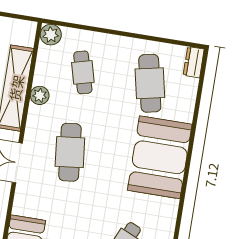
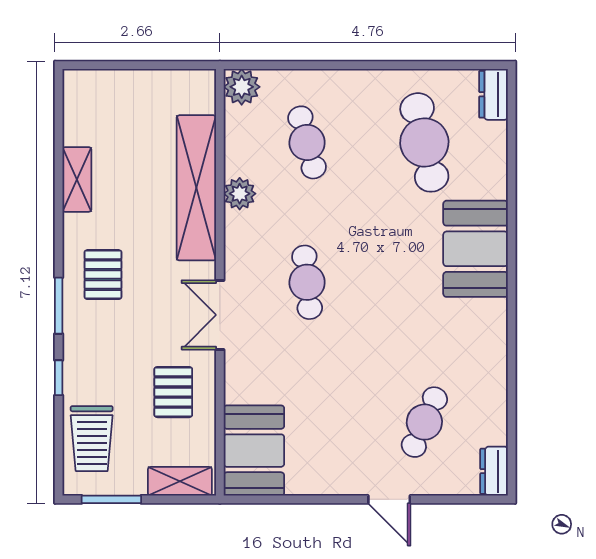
cafe table: (70, 152) -> (307, 282), width x0.73, depth x0.74
booth: (160, 157) -> (476, 249), width x0.73, depth x0.70

